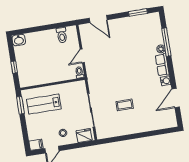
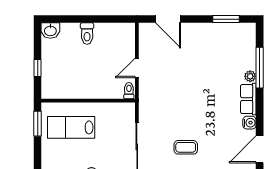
toilet: (62, 35) -> (87, 34), moved

